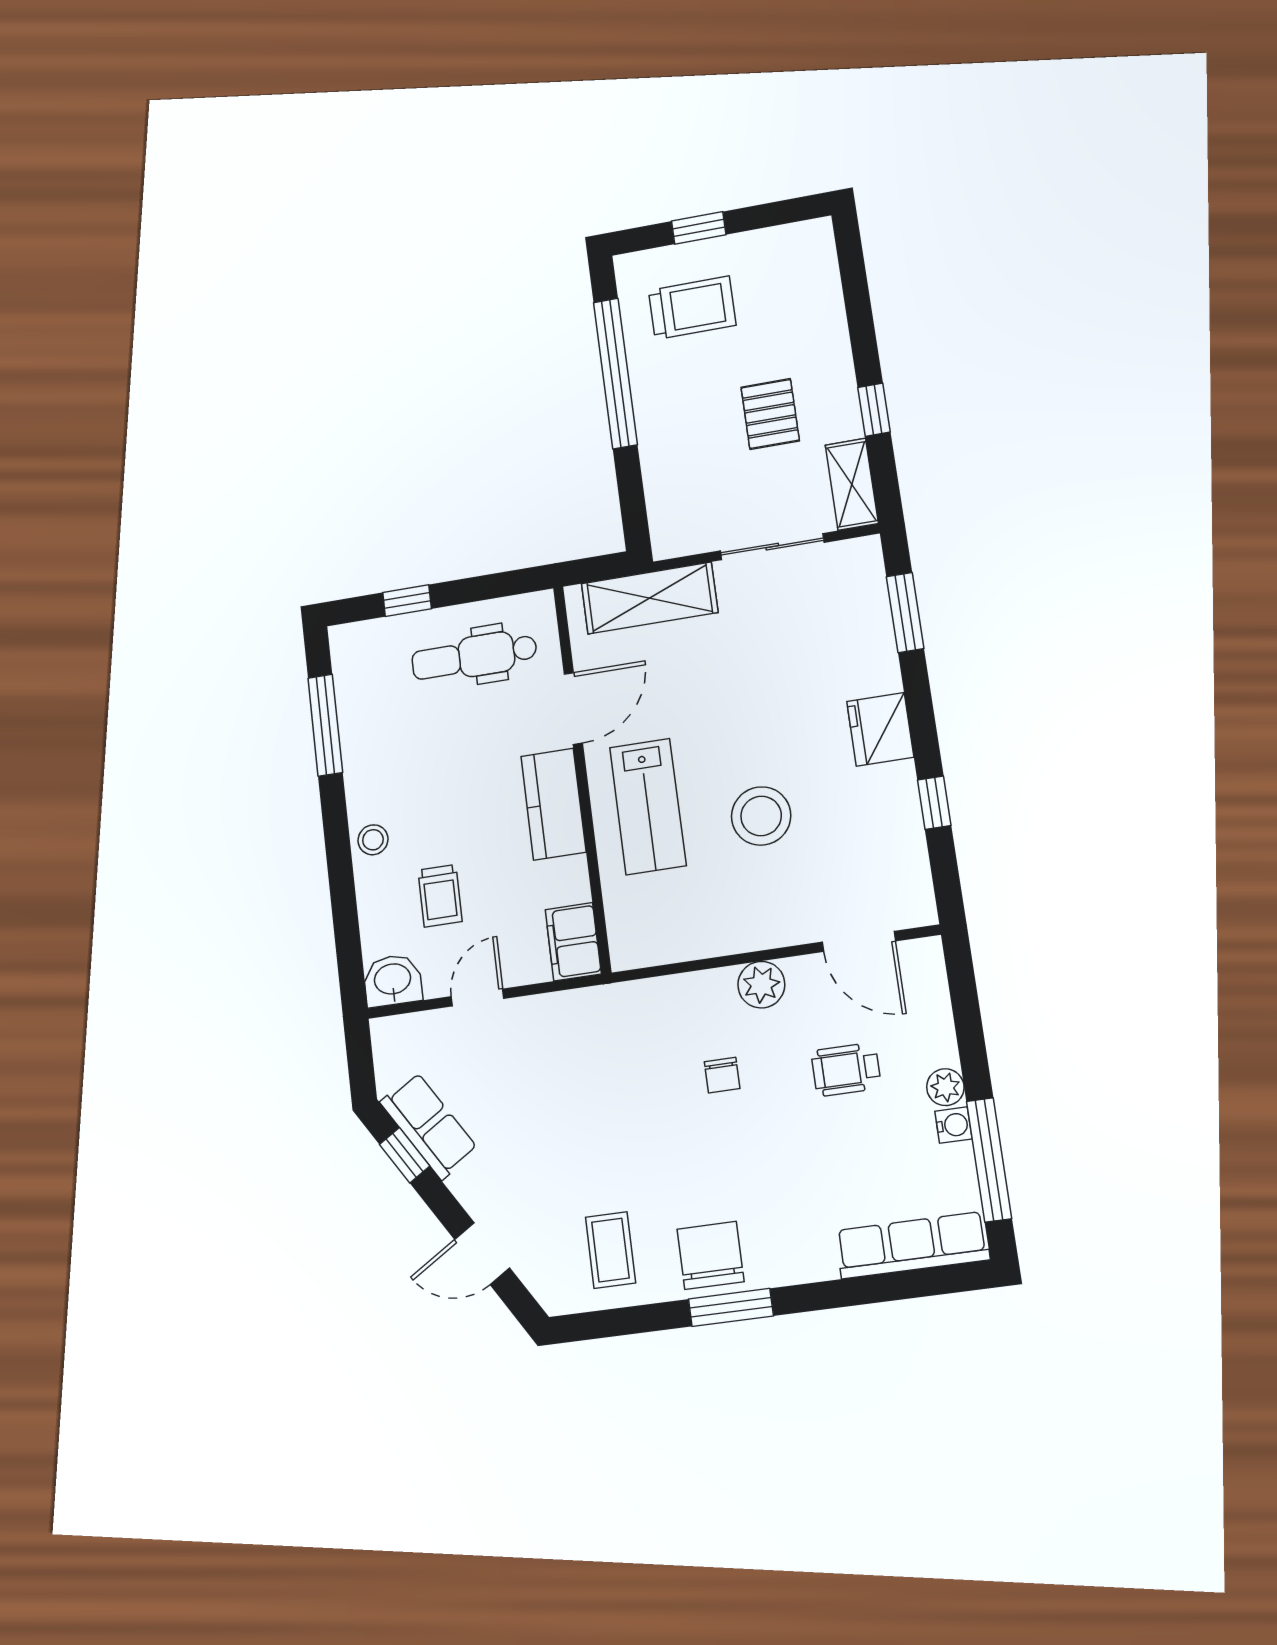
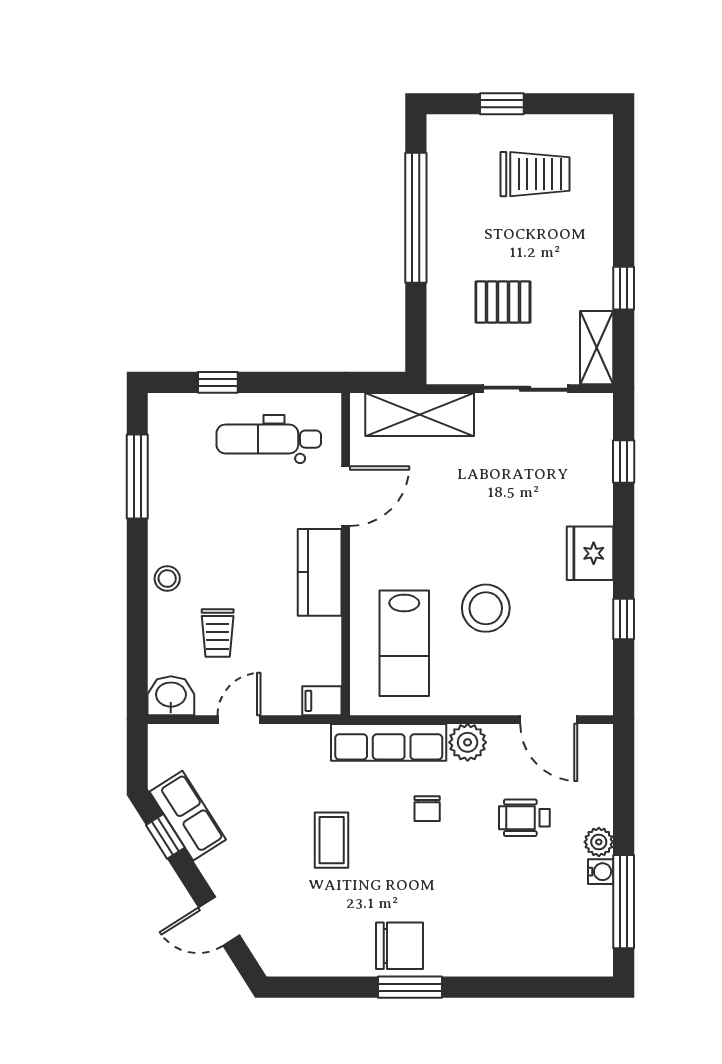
trolley: (692, 308) -> (535, 174), moved
pallet: (770, 414) -> (503, 302), moved, turned 90
window: (905, 612) -> (624, 461), width x0.67
lab bench: (648, 806) -> (404, 643), moved
filing cabinet: (573, 942) -> (322, 701), width x0.50
row of seats: (912, 1245) -> (389, 742), moved, turned 180
coffee table: (610, 1250) -> (332, 840), moved
chair: (711, 1255) -> (399, 946), turned 90

